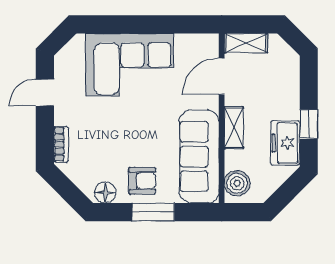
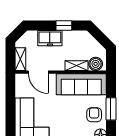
shelving: (234, 128) -> (77, 66), moved
freezer: (285, 143) -> (50, 38), moved

